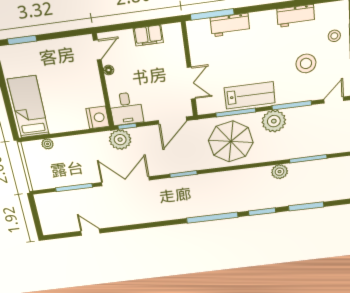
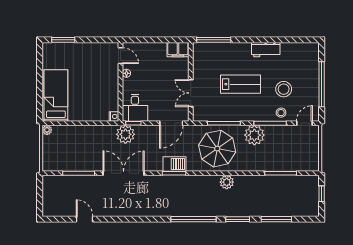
workbench: (296, 16) -> (266, 50), moved
workbench: (230, 25) -> (227, 50), removed
filing cabinet: (148, 35) -> (178, 50), moved
stool: (334, 36) -> (281, 113), moved
door: (97, 50) -> (120, 56), hinge flipped
double door: (191, 83) -> (191, 93), swing flipped
lab bench: (250, 95) -> (241, 84), moved
nightstand: (98, 117) -> (114, 116), width x0.53, depth x0.56
plant: (47, 144) -> (47, 130), moved
barbecue: (183, 164) -> (175, 164), added
plant: (280, 172) -> (227, 182), moved

